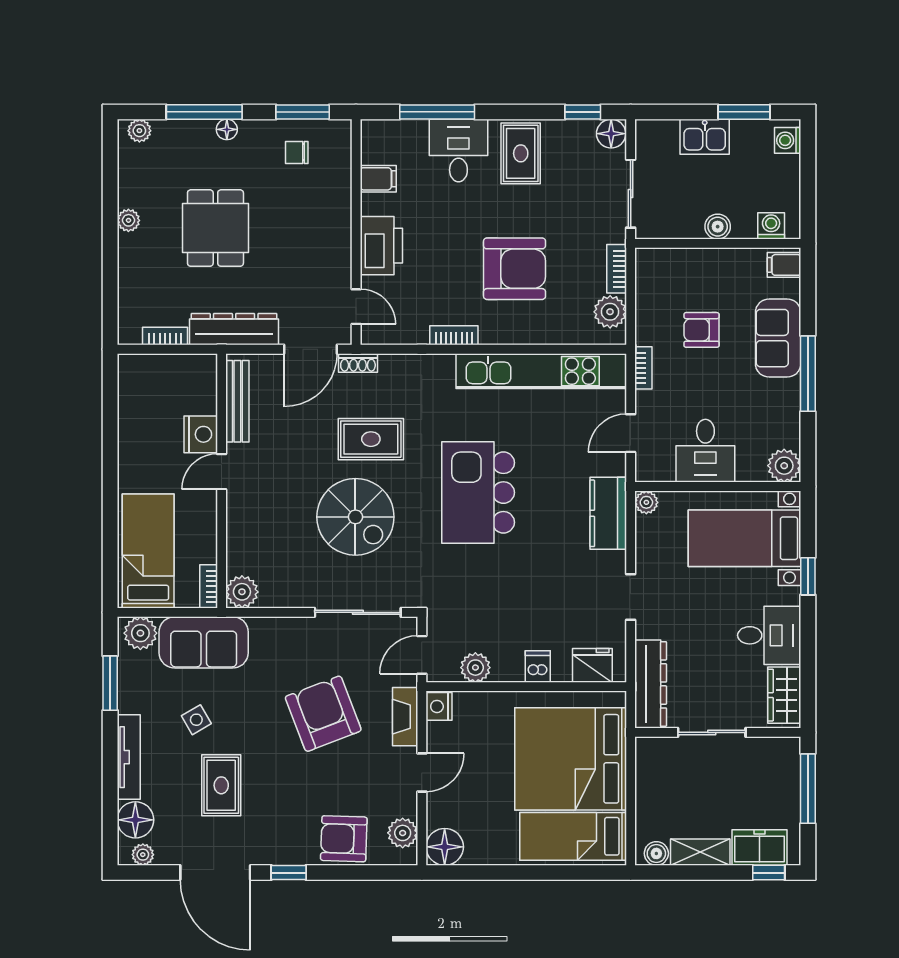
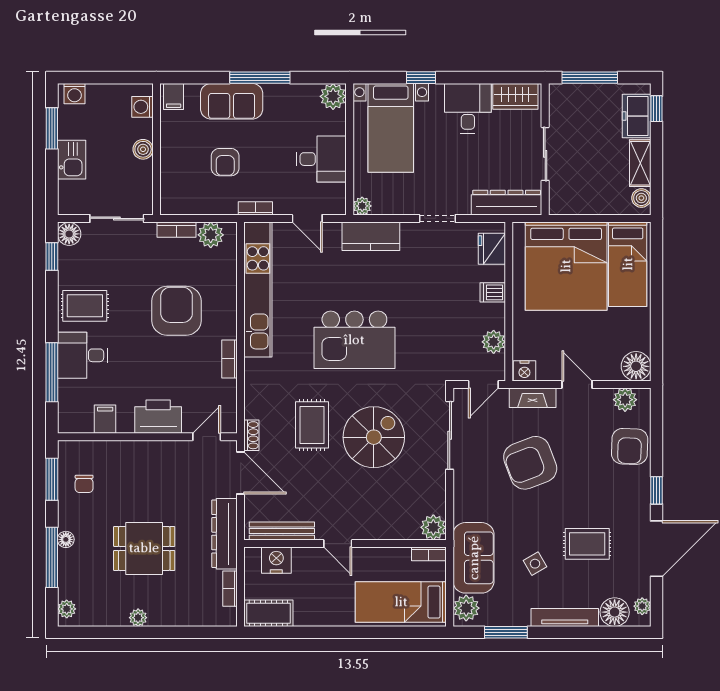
cot: (134, 384) -> (268, 613), added
nightstand: (201, 434) -> (276, 560), moved
door: (422, 655) -> (483, 384), hinge flipped

